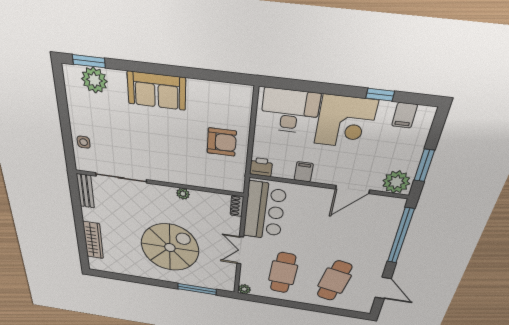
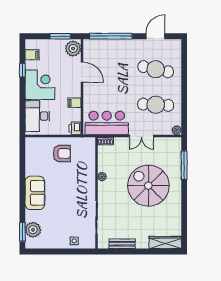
armchair: (222, 142) -> (62, 153), turned 90
bench: (85, 191) -> (122, 244), moved
wardrobe: (93, 240) -> (165, 242), moved

